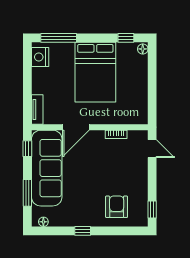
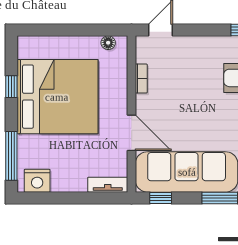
window: (126, 38) -> (11, 87), moved
floor lamp: (143, 49) -> (108, 43), moved
bed: (95, 72) -> (57, 97), width x1.36

